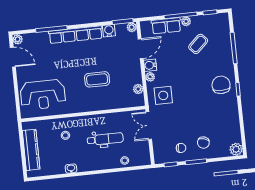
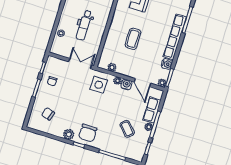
chair: (221, 85) -> (88, 133), turned 90
chair: (203, 143) -> (48, 114), moved
plant: (236, 149) -> (69, 134), moved

